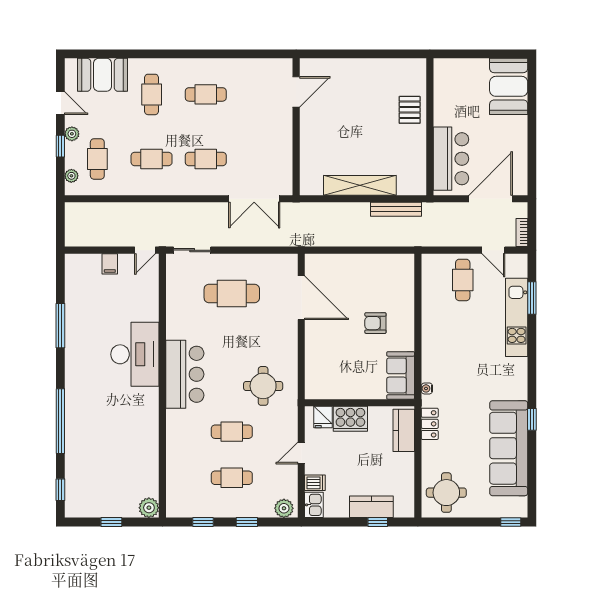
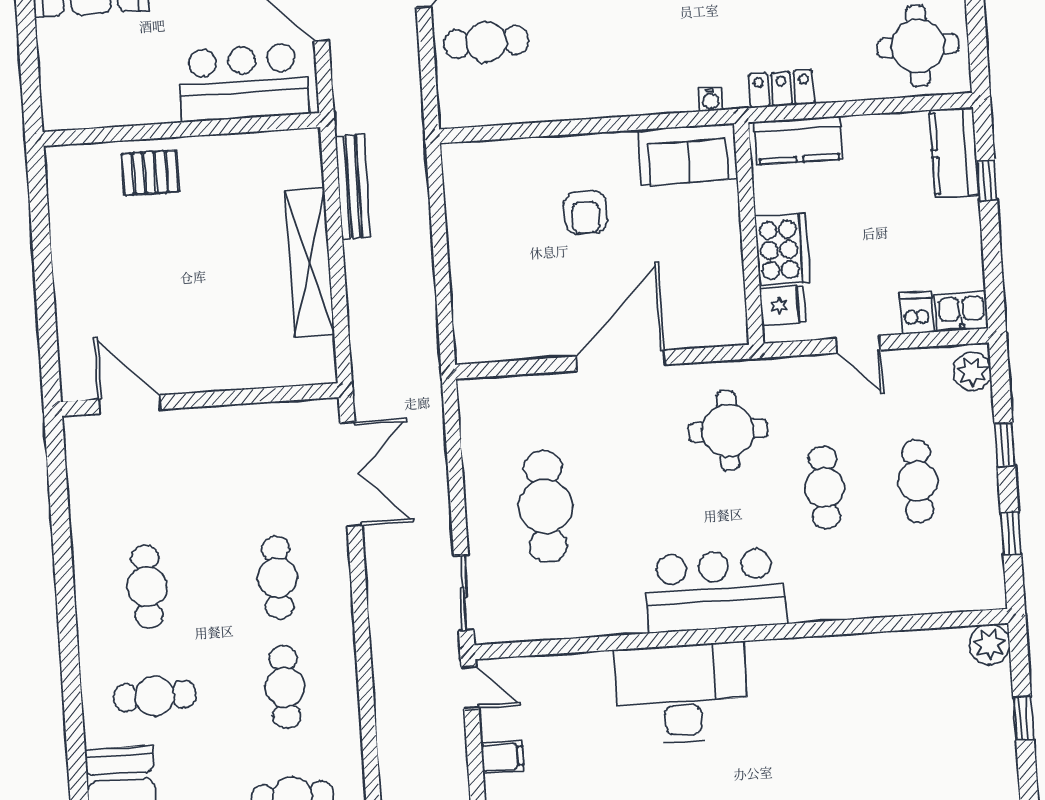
door: (301, 298) -> (621, 360), moved
kitchen counter: (371, 507) -> (954, 152), moved

